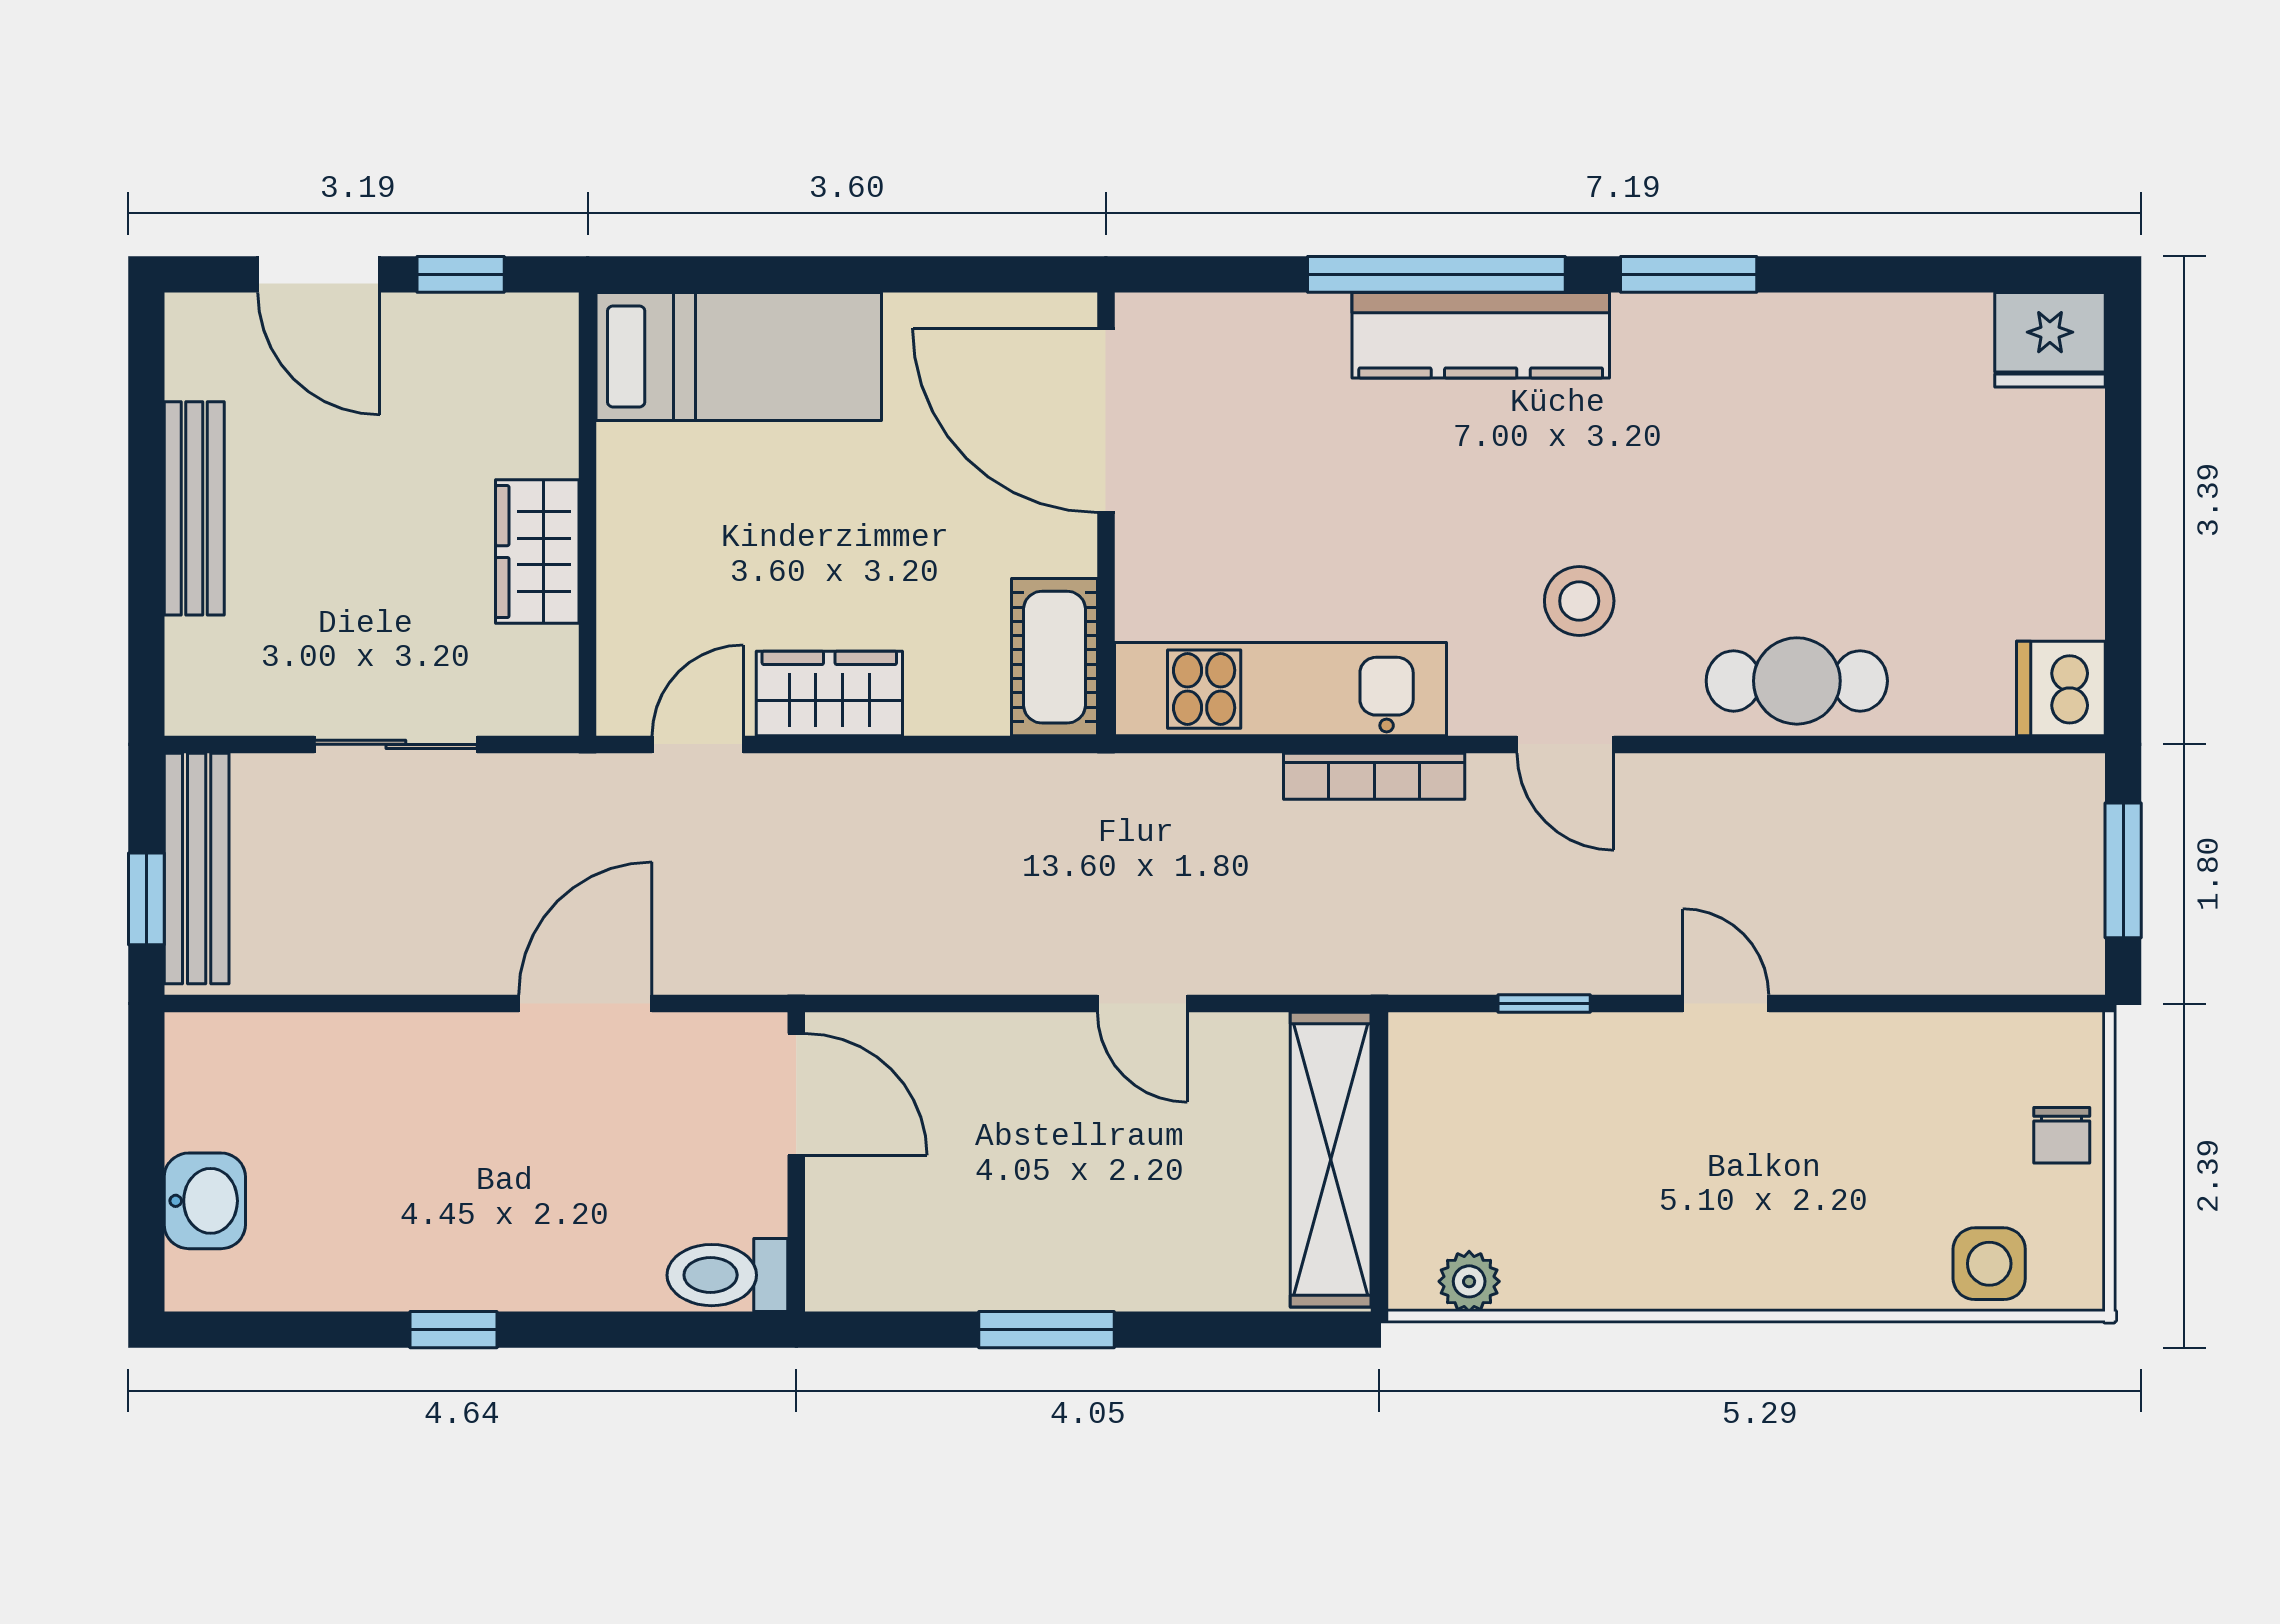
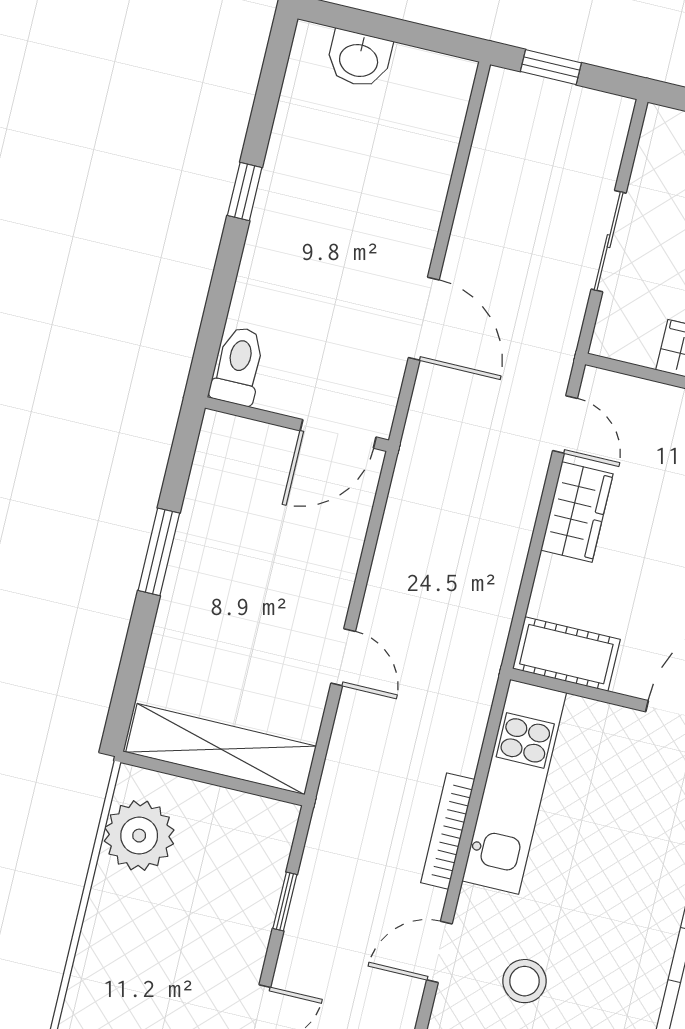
bench: (197, 868) -> (562, 102), removed
door: (1142, 1004) -> (343, 657), swing flipped
plant: (1469, 1281) -> (139, 836), width x1.88, depth x1.88

